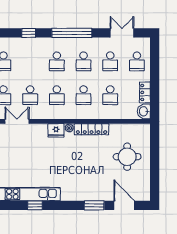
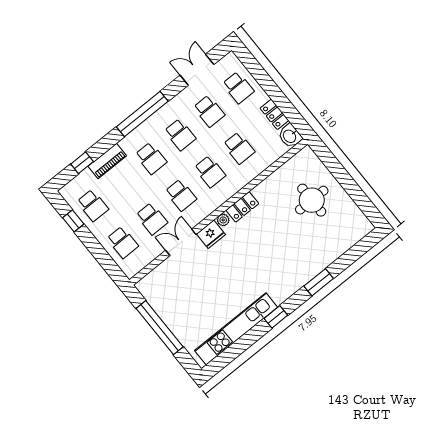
window: (29, 33) -> (82, 163), moved
piano: (31, 43) -> (107, 161), added
double door: (17, 121) -> (181, 242), moved
locker: (92, 129) -> (242, 207), width x0.66
window: (35, 205) -> (276, 317), moved
door: (124, 205) -> (352, 256), removed

